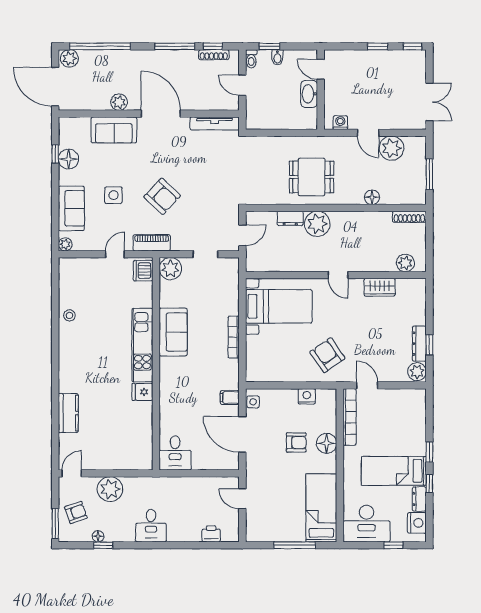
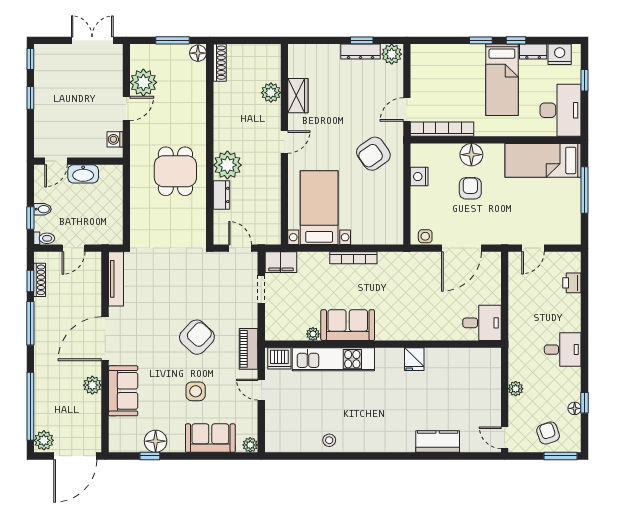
floor lamp: (372, 197) -> (198, 53), moved
plant: (405, 263) -> (271, 93), moved
plant: (170, 269) -> (313, 334), moved, width x0.53, depth x0.53
kitchen unit: (142, 345) -> (333, 359), moved
filing cabinet: (230, 398) -> (281, 262), moved, width x2.00
plant: (110, 489) -> (516, 389), width x0.53, depth x0.53

